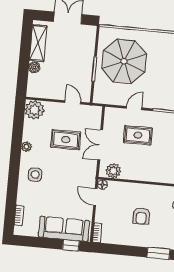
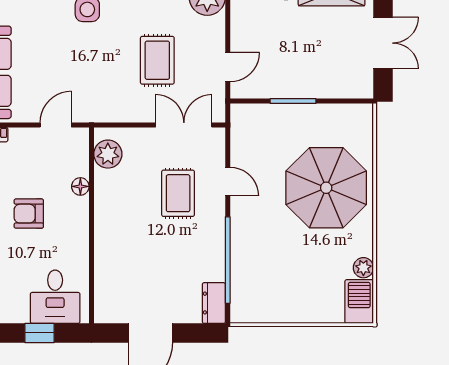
parasol: (124, 61) -> (326, 188), moved
double door: (100, 145) -> (184, 125), moved
floor lamp: (102, 185) -> (80, 186), moved

